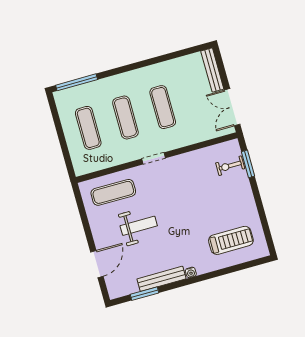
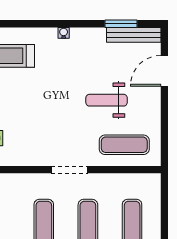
doorway: (154, 158) -> (69, 170), width x1.38
bench: (162, 279) -> (134, 35), moved

